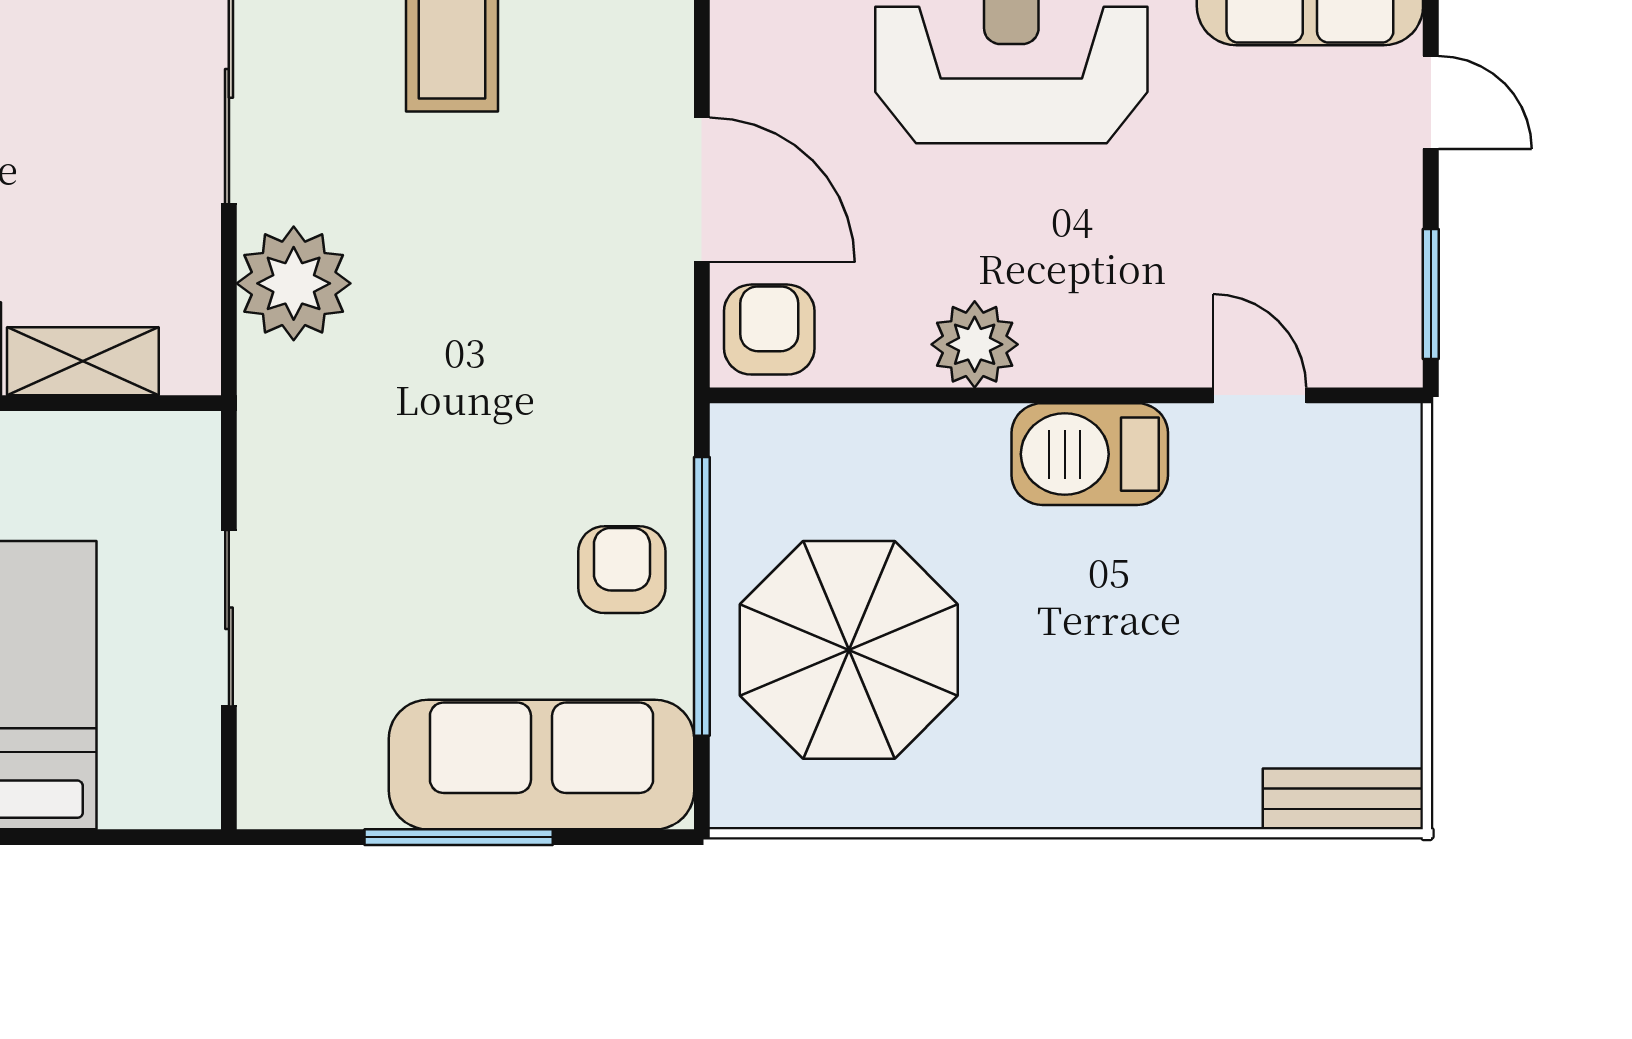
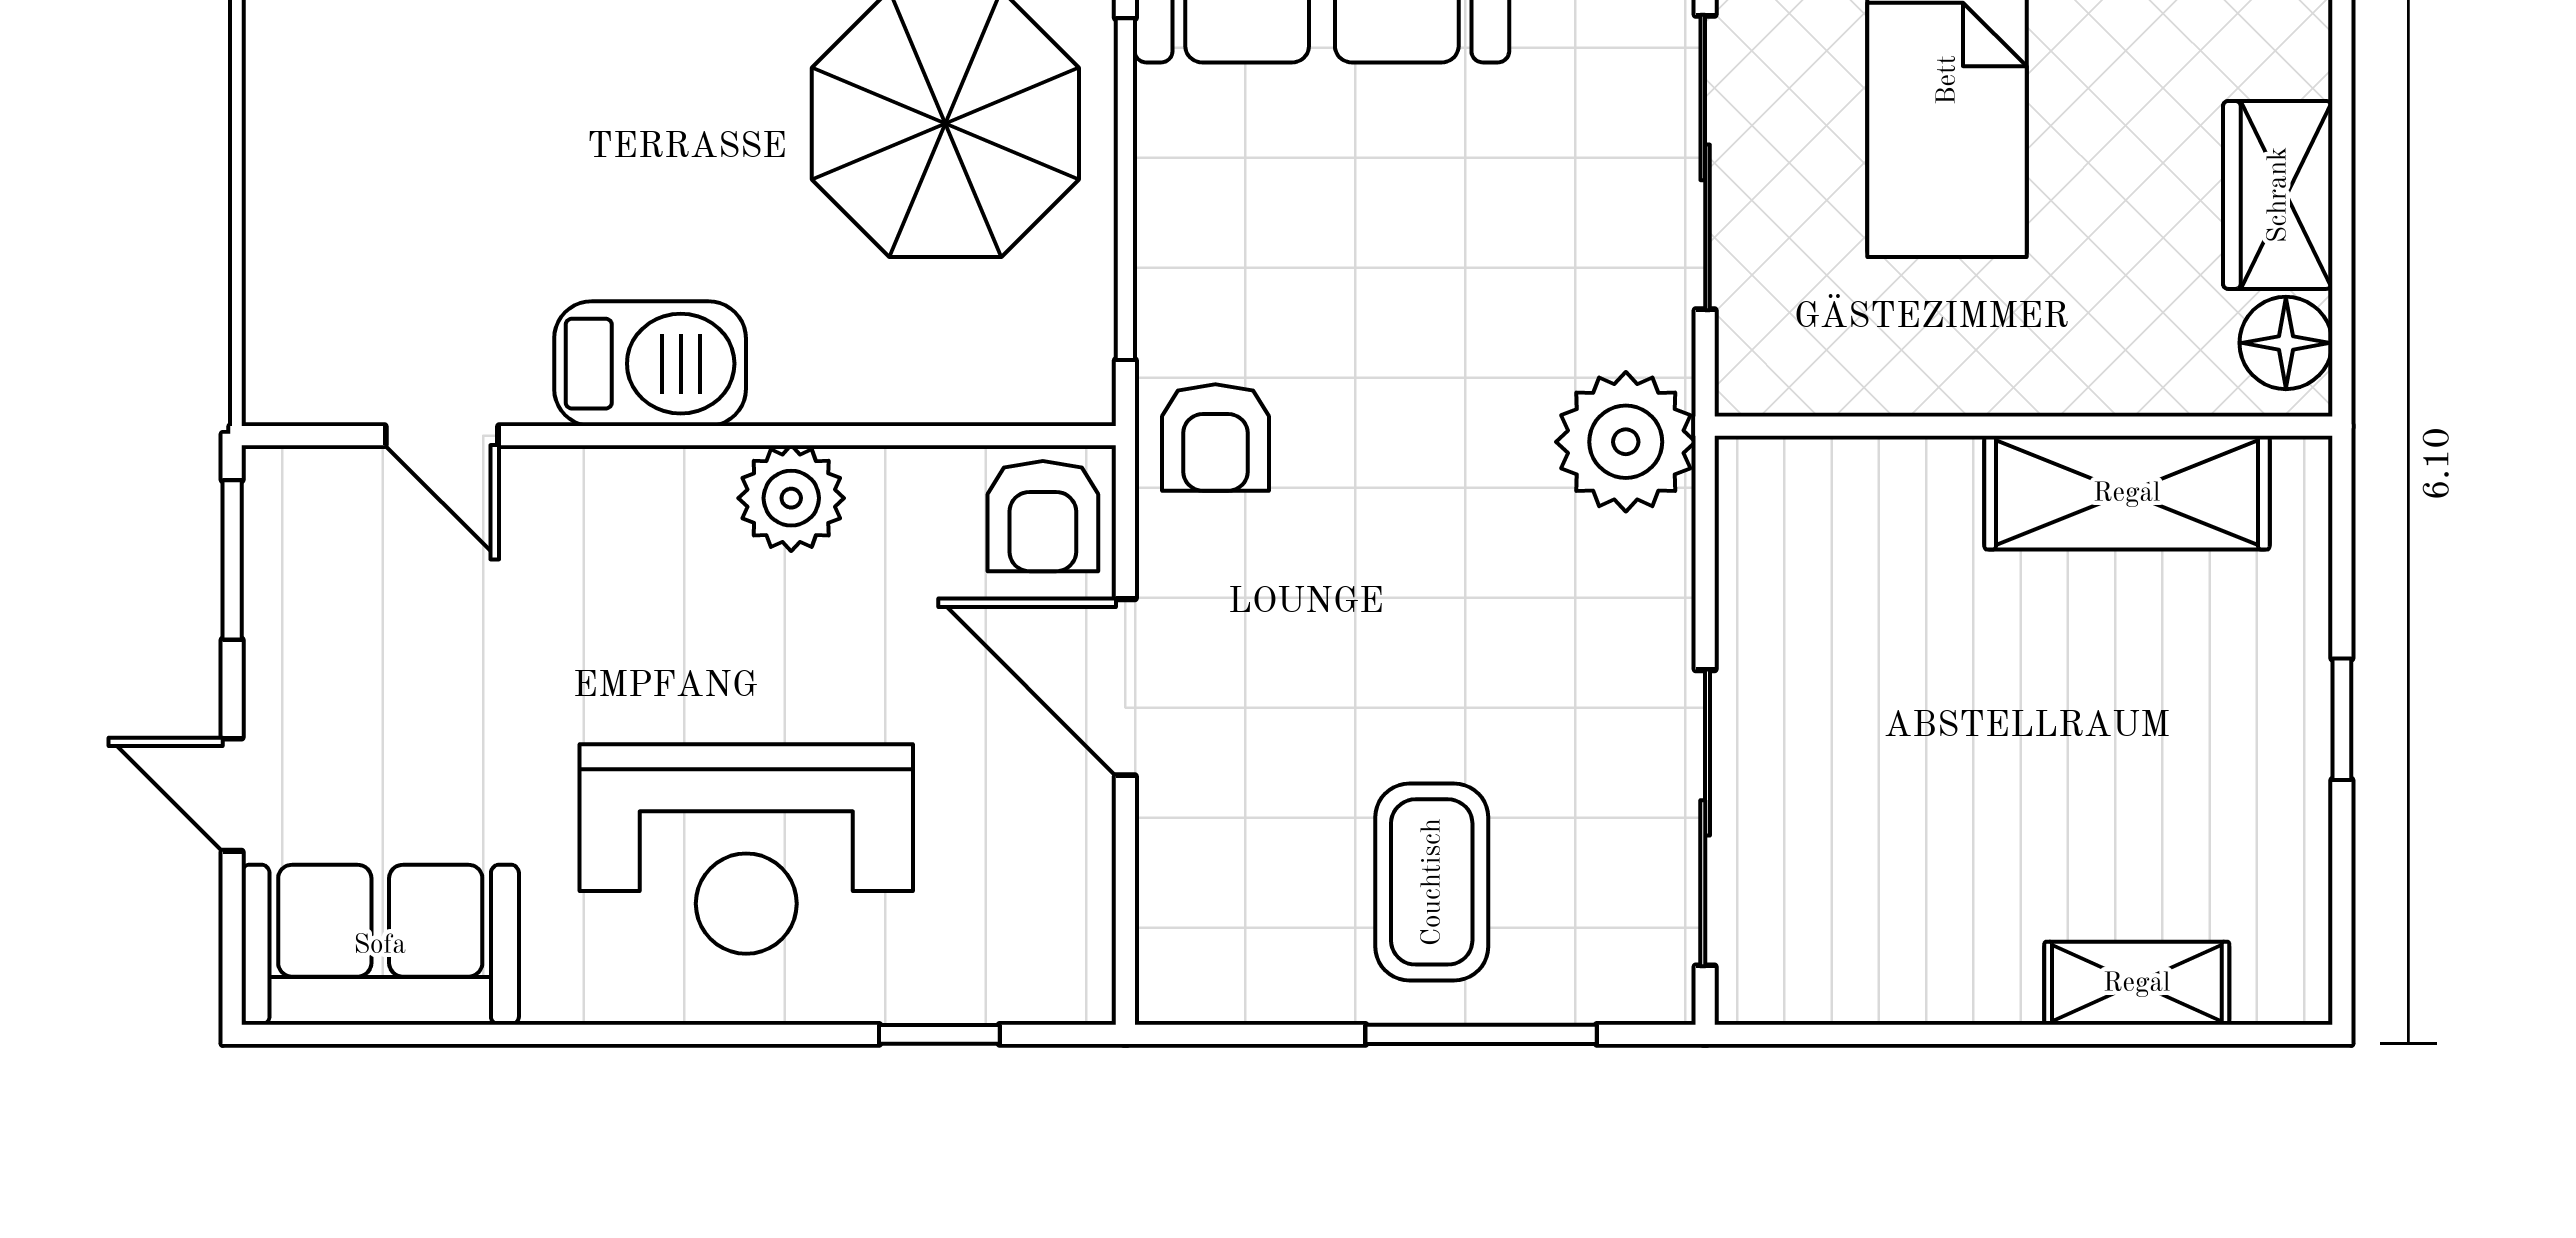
plant: (294, 283) -> (1626, 442), moved
shelving: (83, 361) -> (1884, 477), removed
armchair: (622, 570) -> (1215, 437), moved
sliding door: (229, 618) -> (1705, 162), width x1.37

